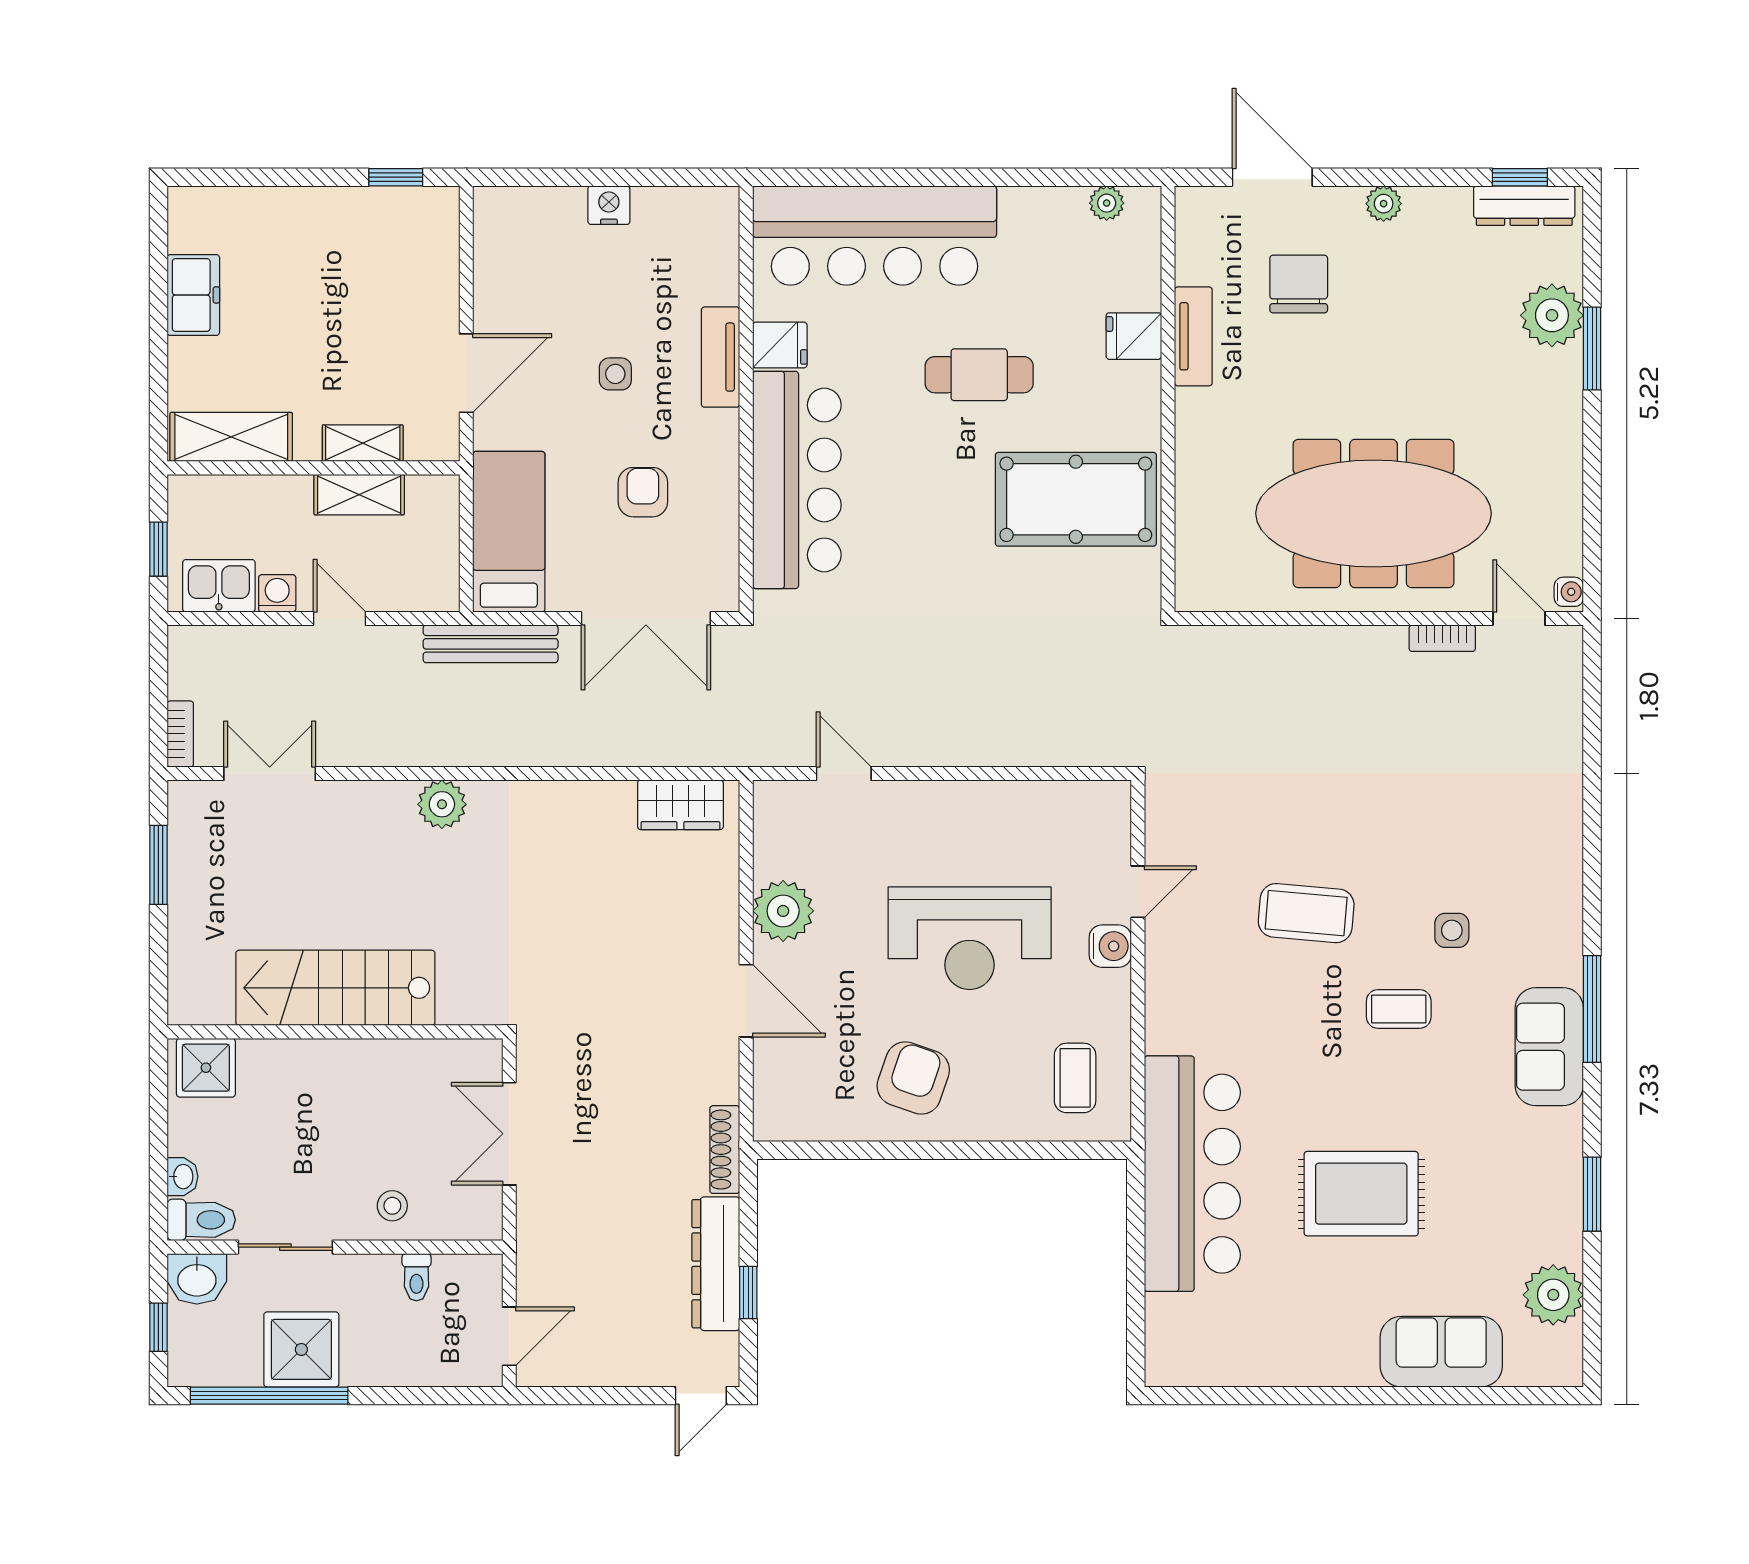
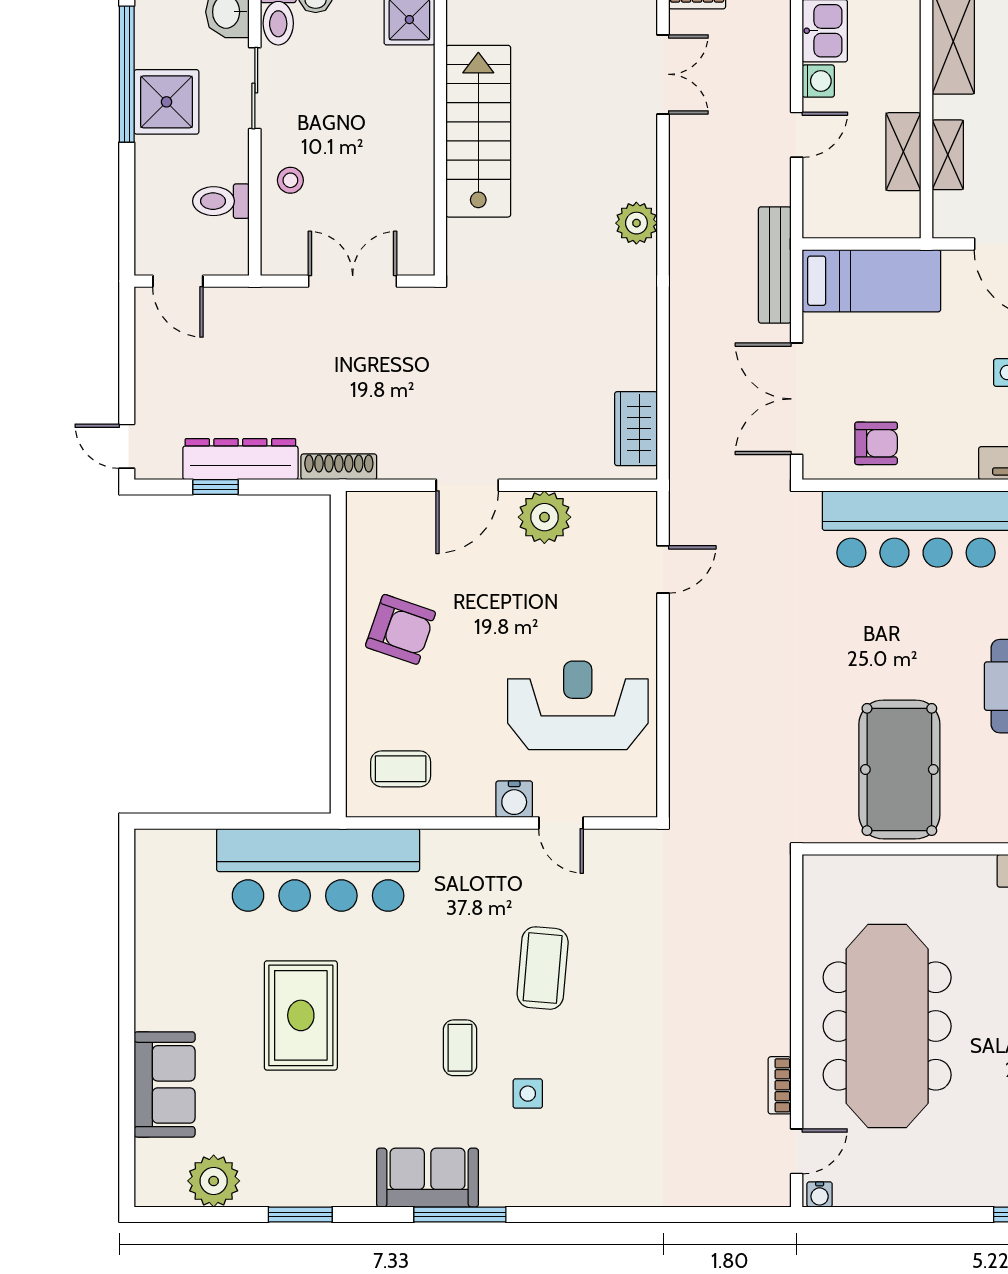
armchair: (643, 492) -> (876, 443), moved
reception desk: (970, 938) -> (578, 705), moved, turned 90
toilet: (416, 1277) -> (221, 201), width x1.37, depth x1.39

